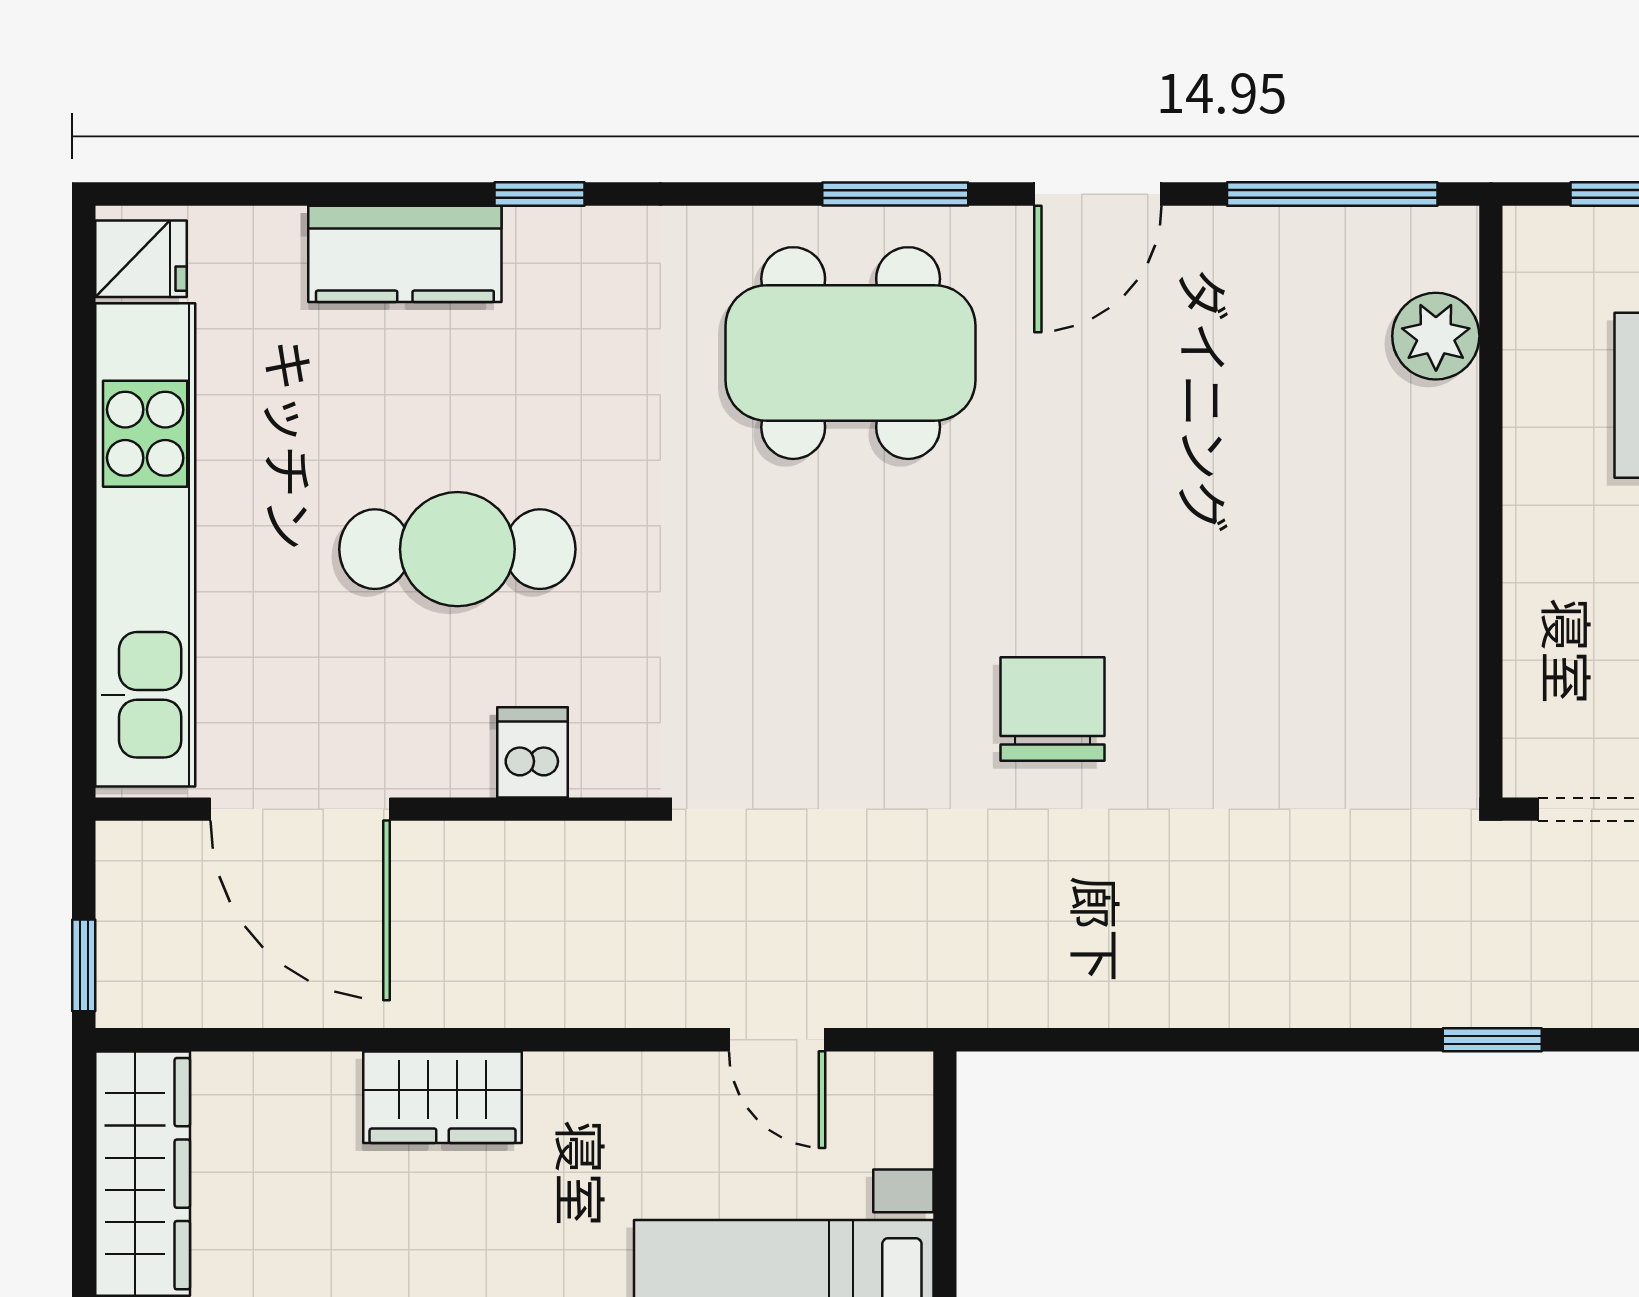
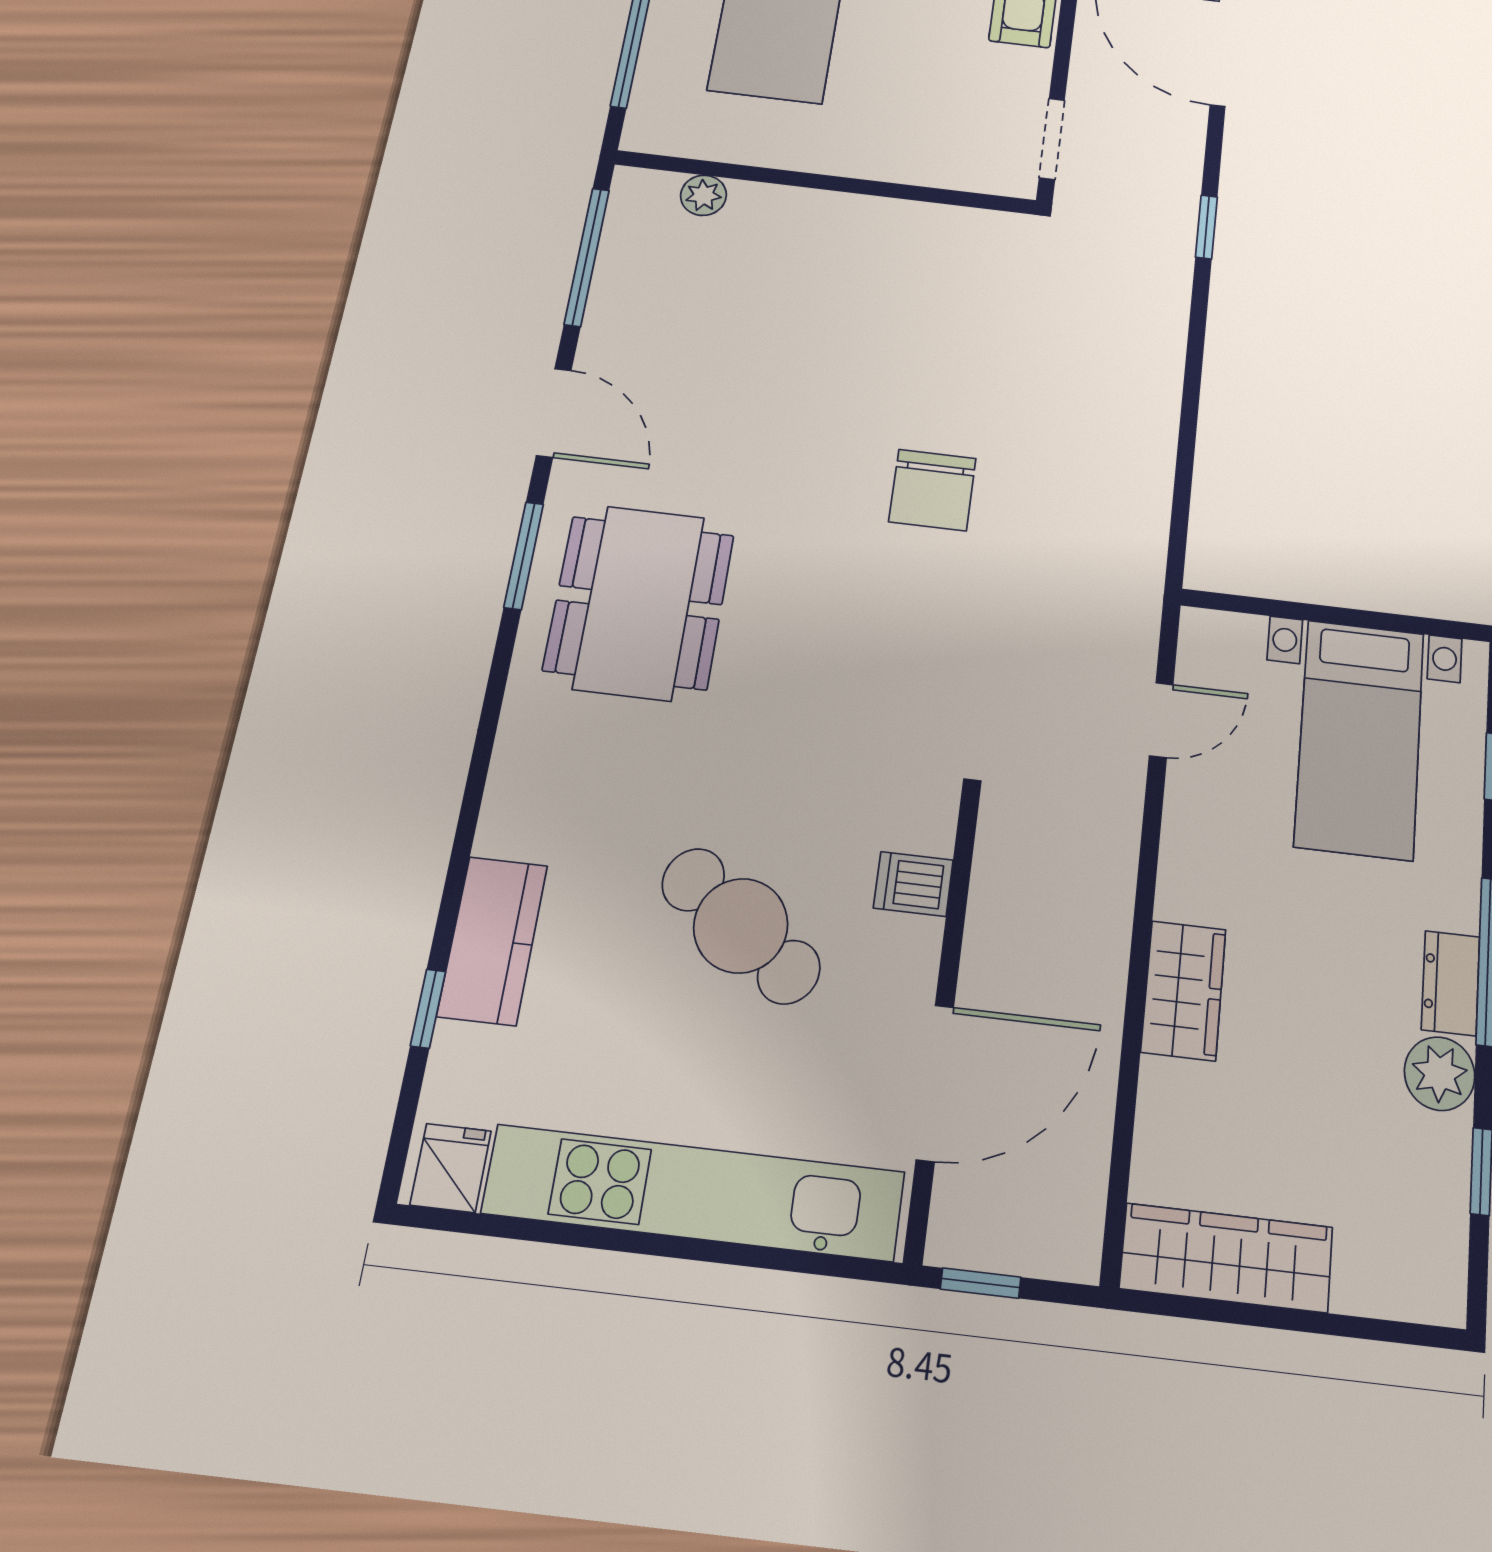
window: (540, 194) -> (428, 1009), moved
plant: (1436, 336) -> (703, 195), width x0.73, depth x0.73
cafe table: (457, 549) -> (741, 926), turned -54
chair: (1052, 709) -> (932, 490), turned -90
window: (84, 965) -> (981, 1283), moved

